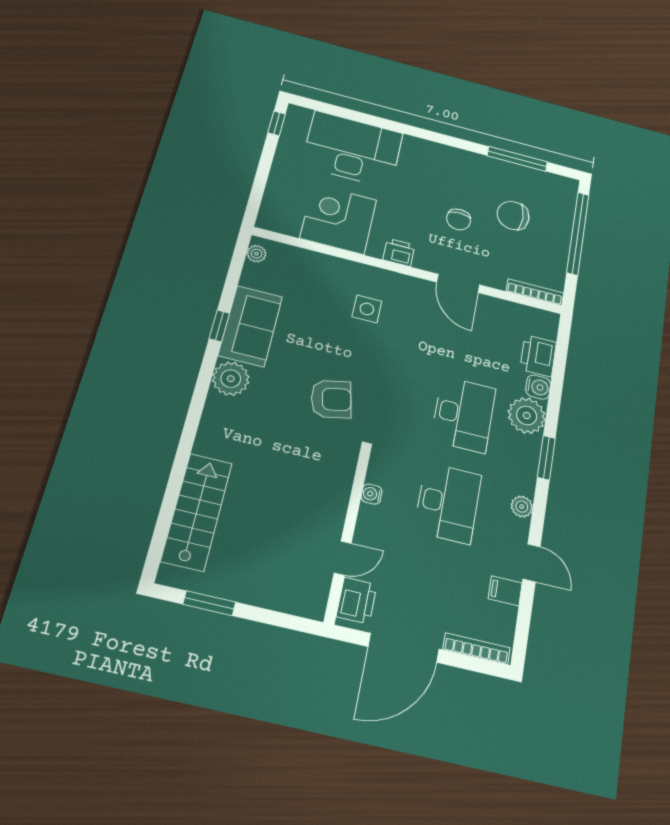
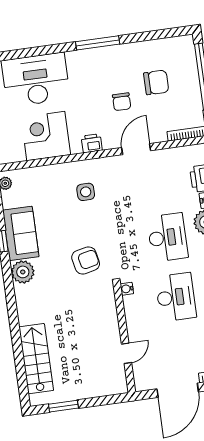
window: (517, 159) -> (98, 43), moved
chair: (513, 215) -> (156, 82), turned 180
door: (458, 283) -> (136, 149), swing flipped
water cooler: (372, 494) -> (127, 289), moved
printer: (357, 601) -> (143, 374), removed

